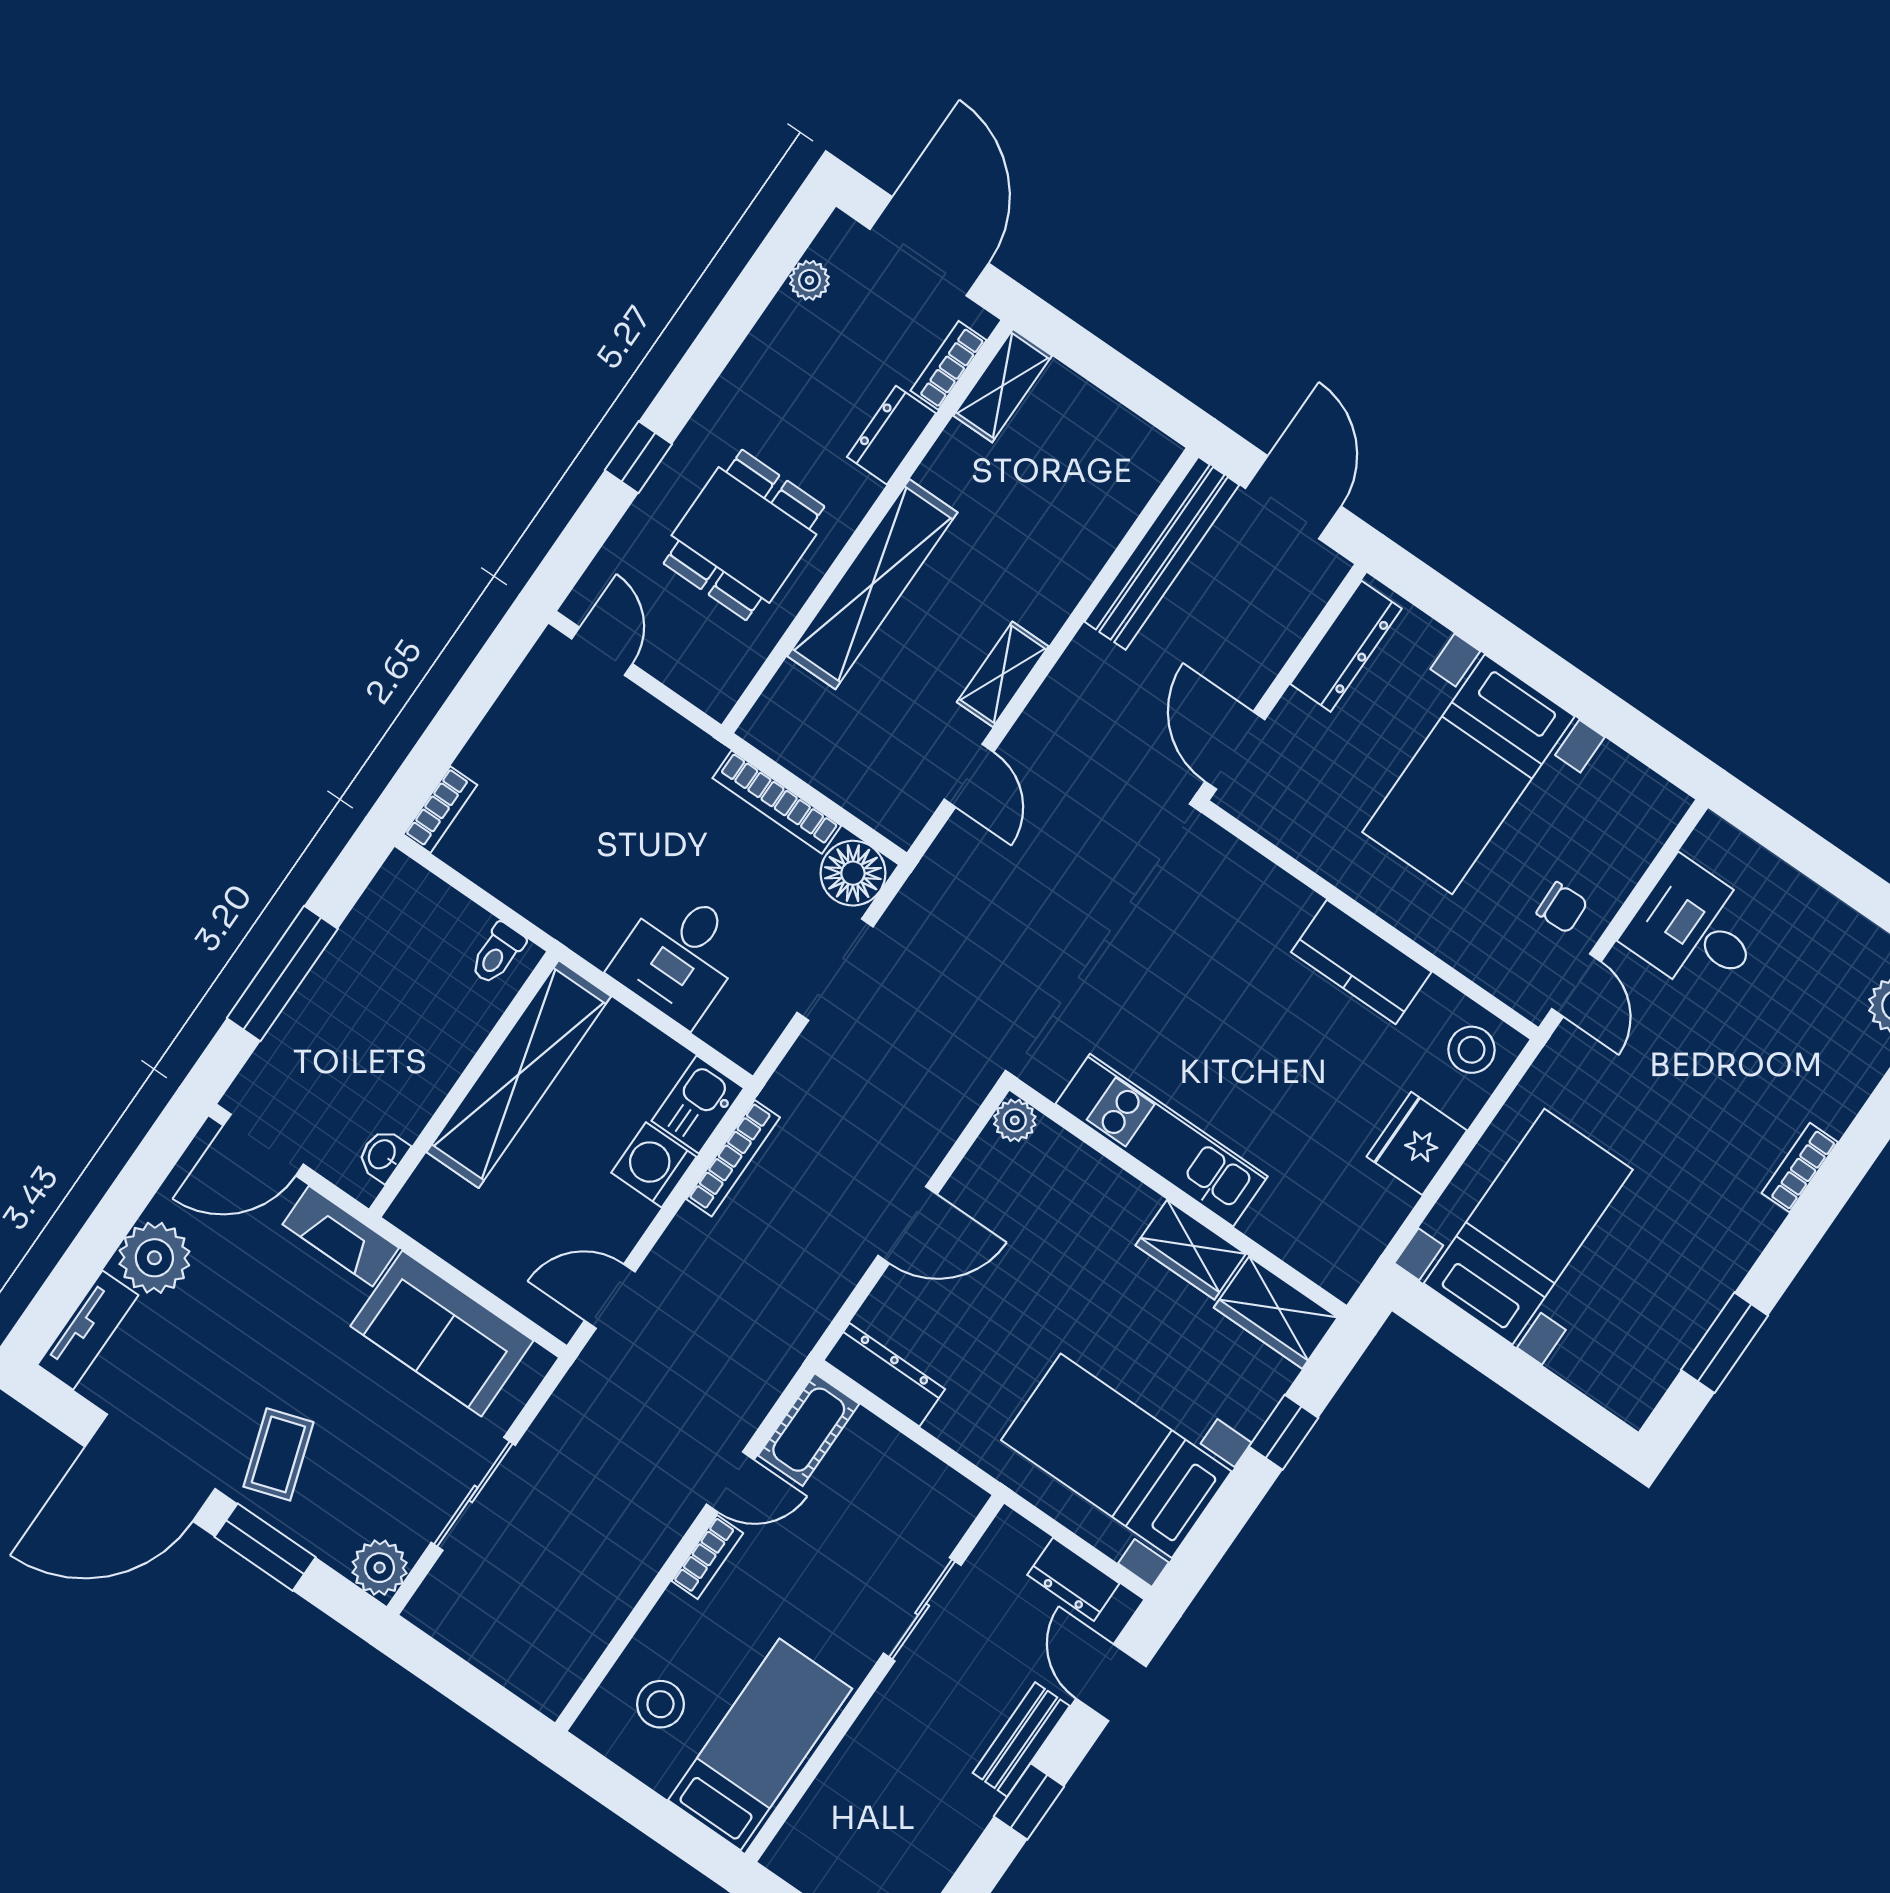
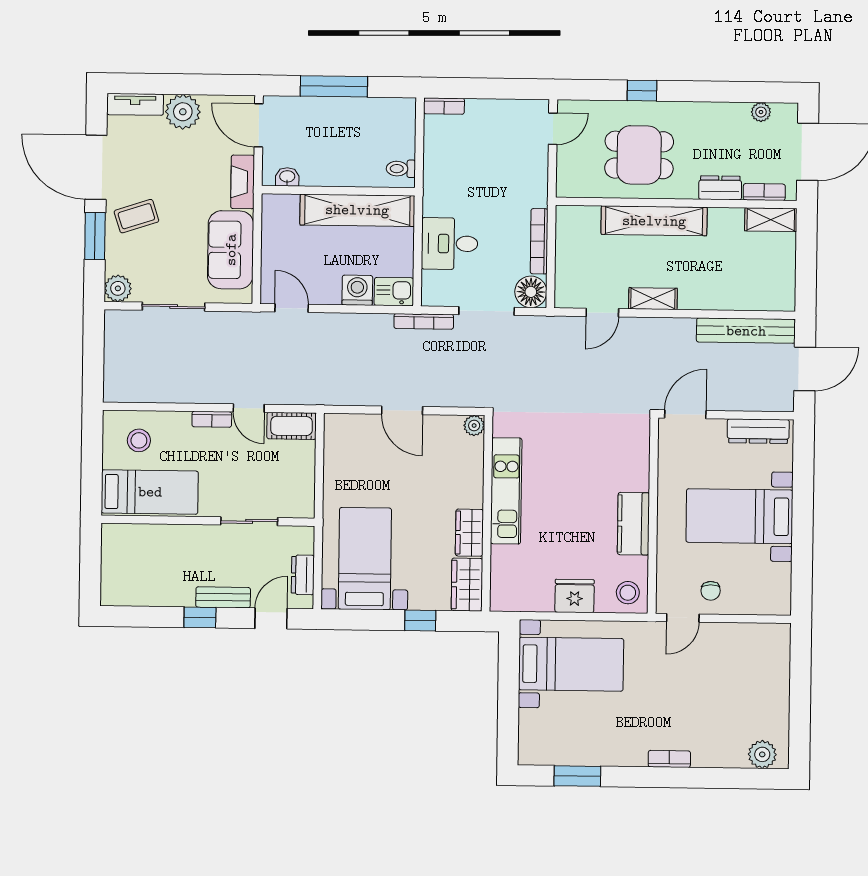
desk: (1695, 929) -> (738, 651), removed
bookcase: (733, 1158) -> (424, 321), moved
dresser: (884, 1375) -> (335, 442), removed

